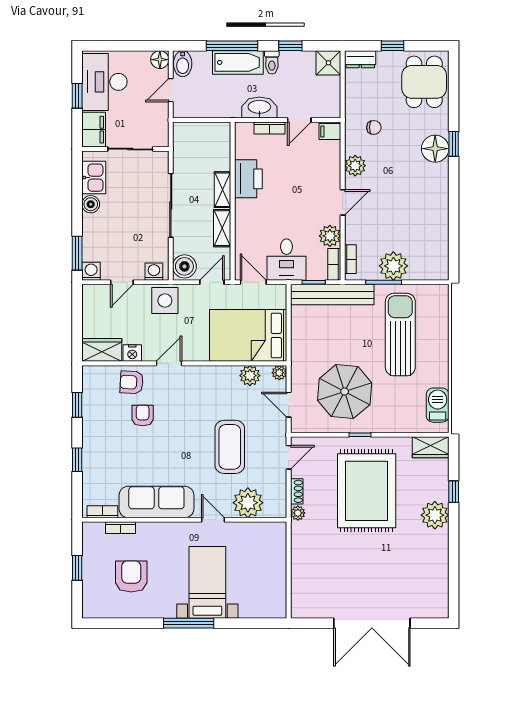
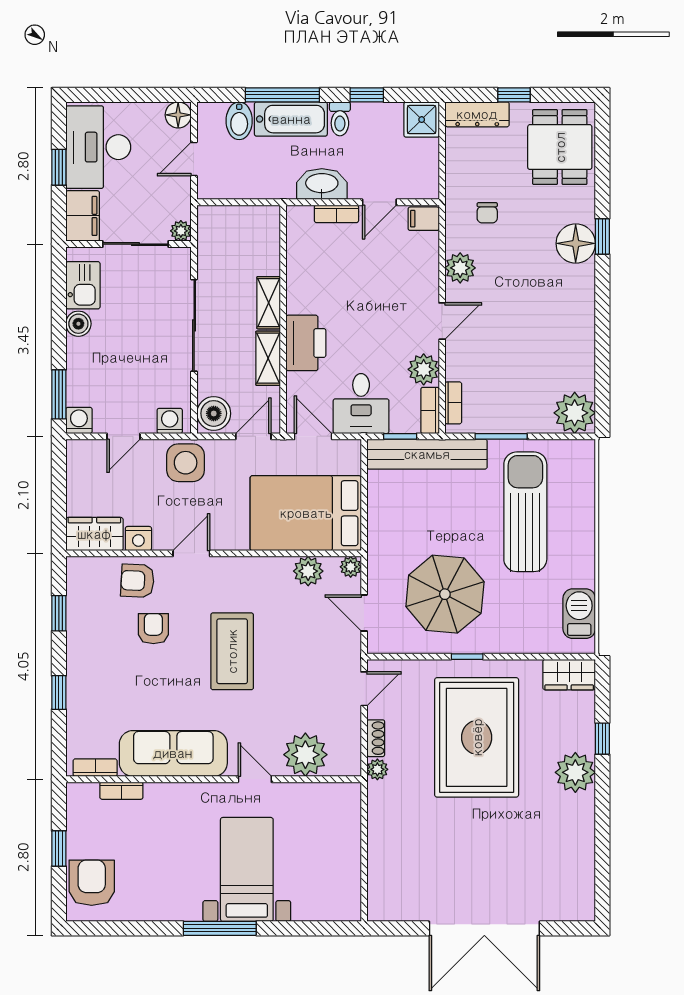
dresser: (360, 59) -> (477, 114), width x1.44
bidet: (183, 64) -> (239, 121), moved
chair: (374, 127) -> (487, 213), turned 90
plant: (162, 140) -> (181, 231), added
printer: (248, 179) -> (306, 343), moved
plant: (393, 266) -> (575, 413), moved
coffee table: (230, 447) -> (232, 651), moved
armchair: (131, 576) -> (92, 883), moved

